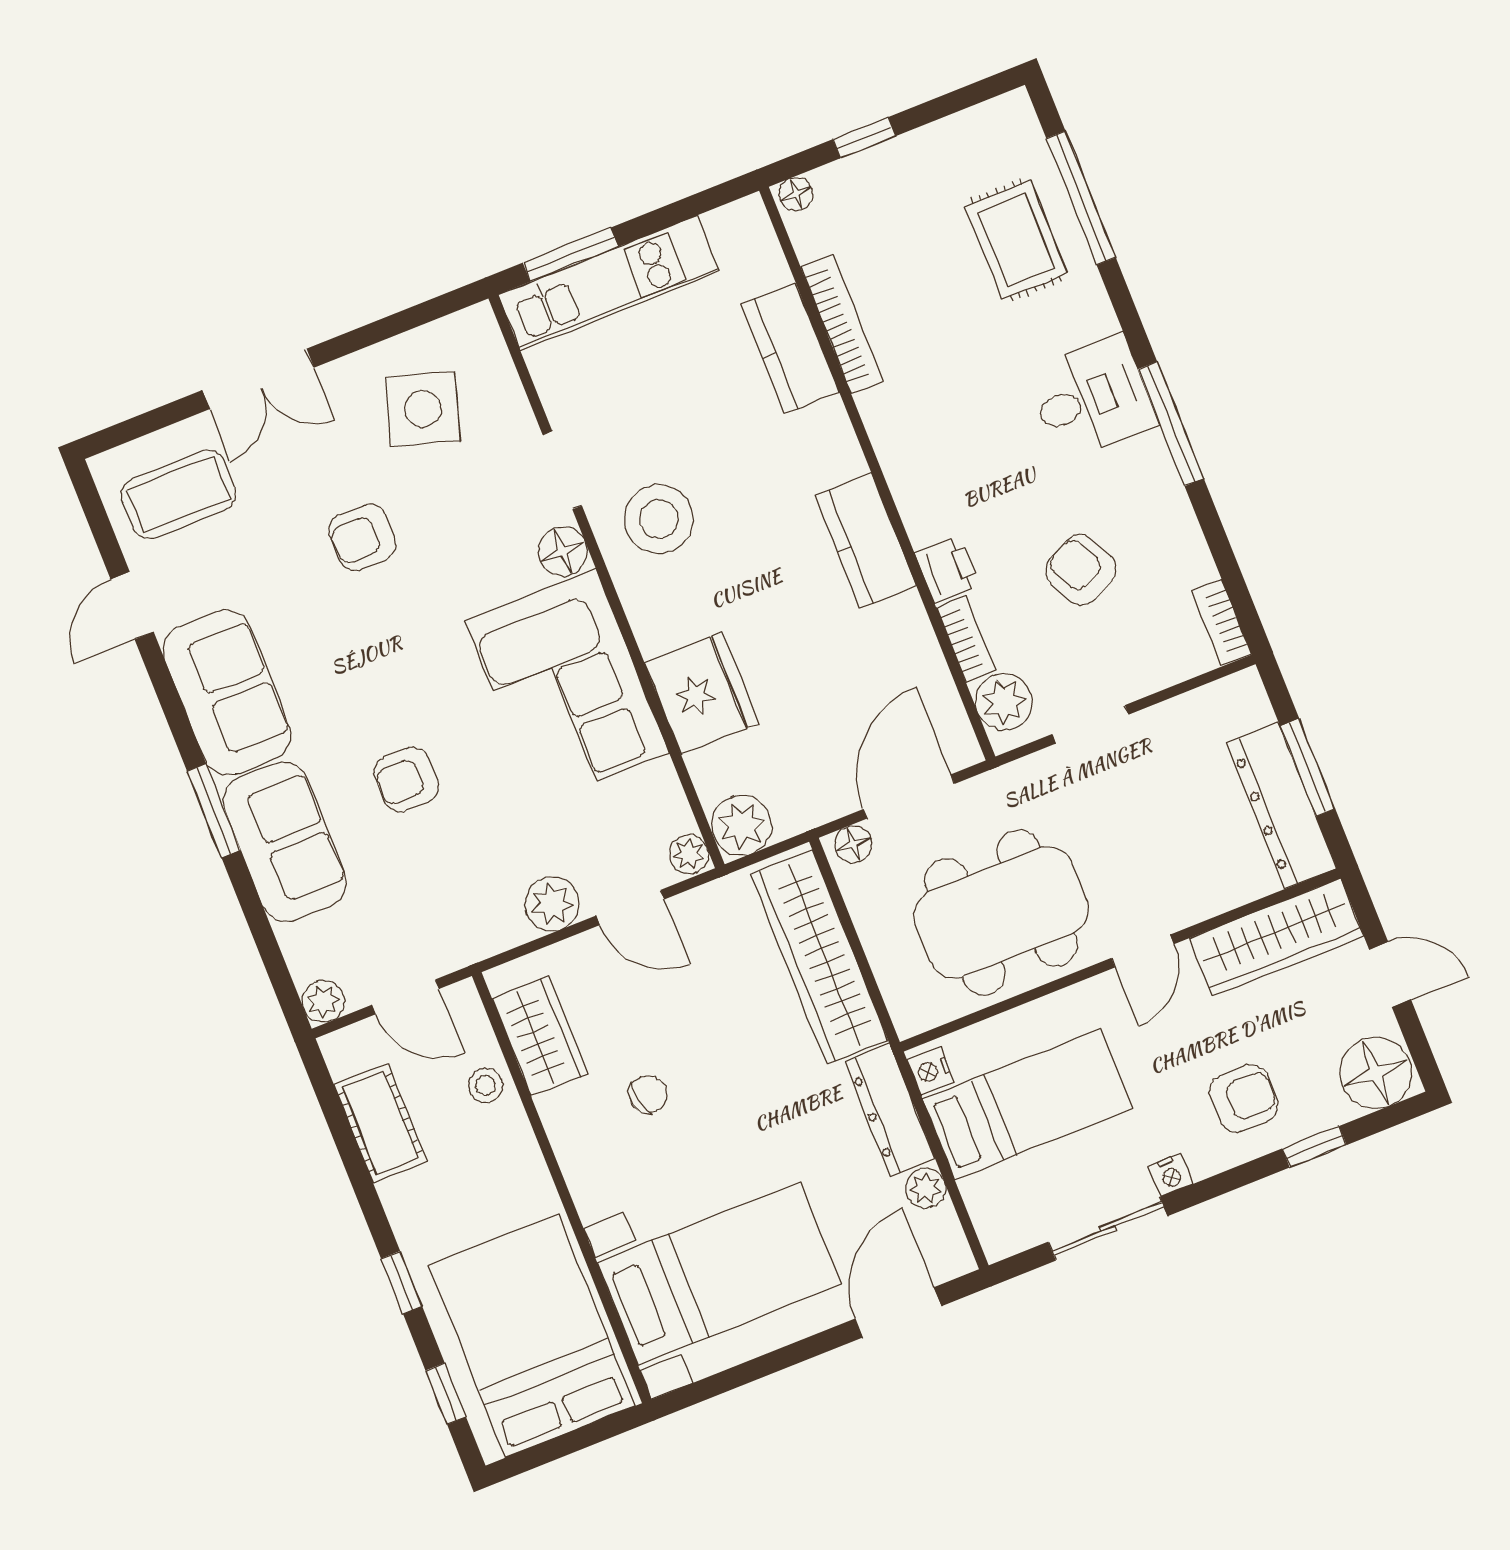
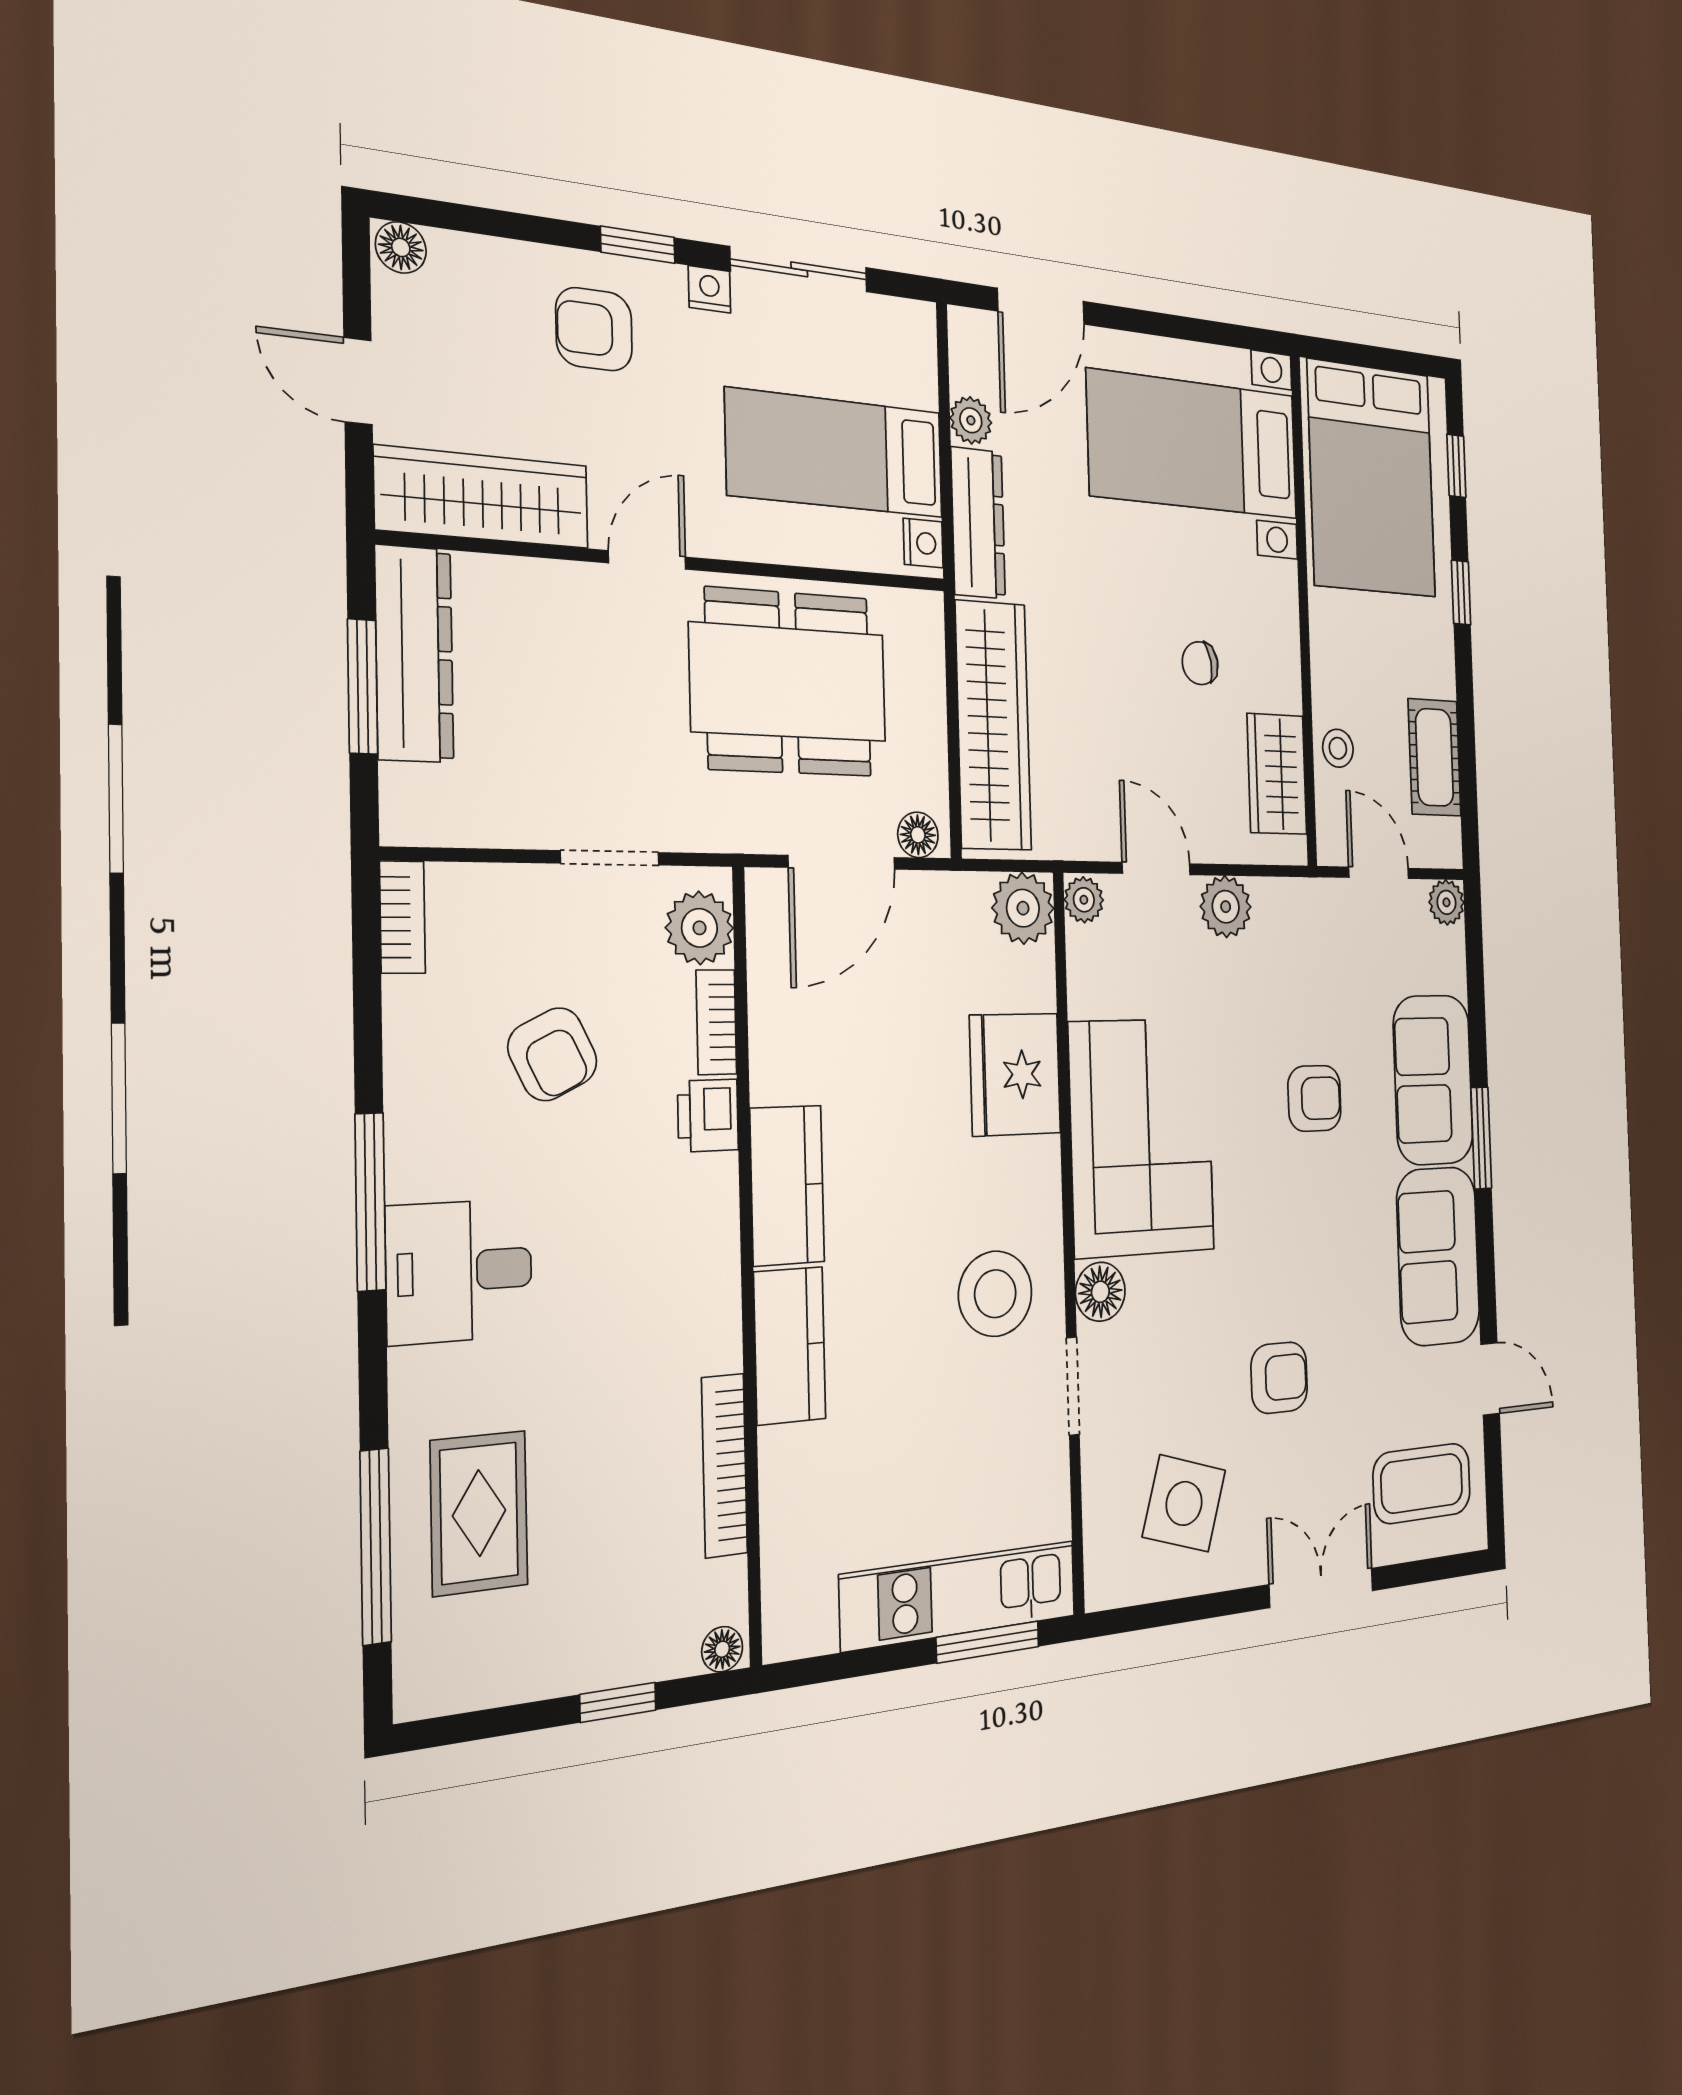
kitchen counter: (790, 348) -> (790, 1346), moved
door: (132, 605) -> (1490, 1379), hinge flipped
floor lamp: (1376, 1073) -> (401, 247), width x0.53, depth x0.53
window: (1314, 1147) -> (638, 245), moved

